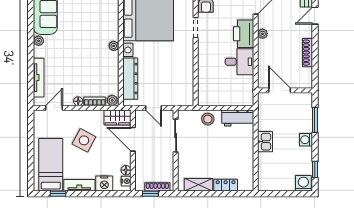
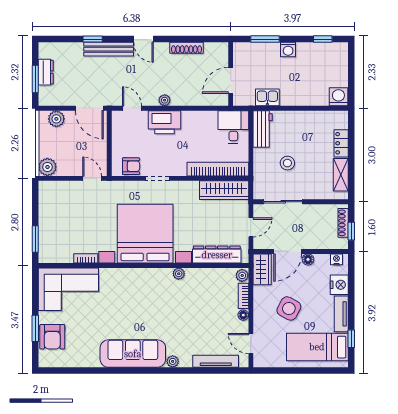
desk: (239, 62) -> (233, 127), moved
bookcase: (203, 79) -> (218, 169), added
wardrobe: (185, 85) -> (224, 190), added
stool: (208, 119) -> (287, 163), moved
kitchen sink: (265, 142) -> (267, 97), moved
floor lamp: (126, 170) -> (308, 259), moved
washing machine: (303, 183) -> (338, 97), moved, turned 90

